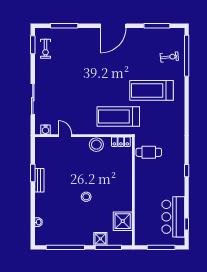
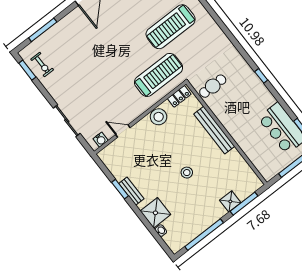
treadmill: (118, 117) -> (159, 75), turned 180
bench: (127, 183) -> (214, 130), added
shower: (123, 221) -> (155, 213), moved

